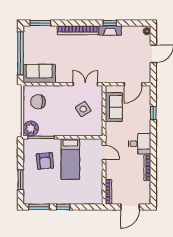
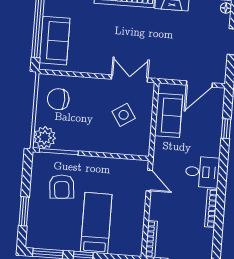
sofa: (39, 74) -> (55, 41), moved, turned 90
bed: (70, 159) -> (96, 223), moved, turned 180

